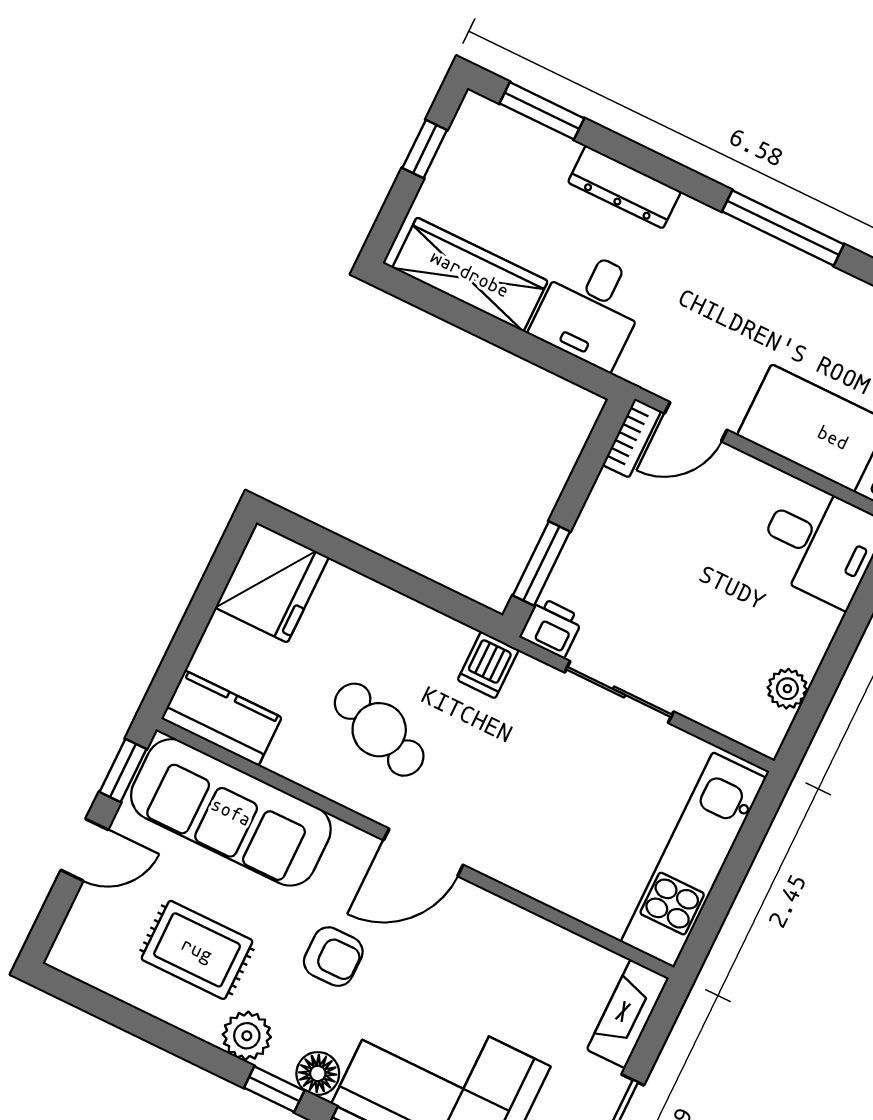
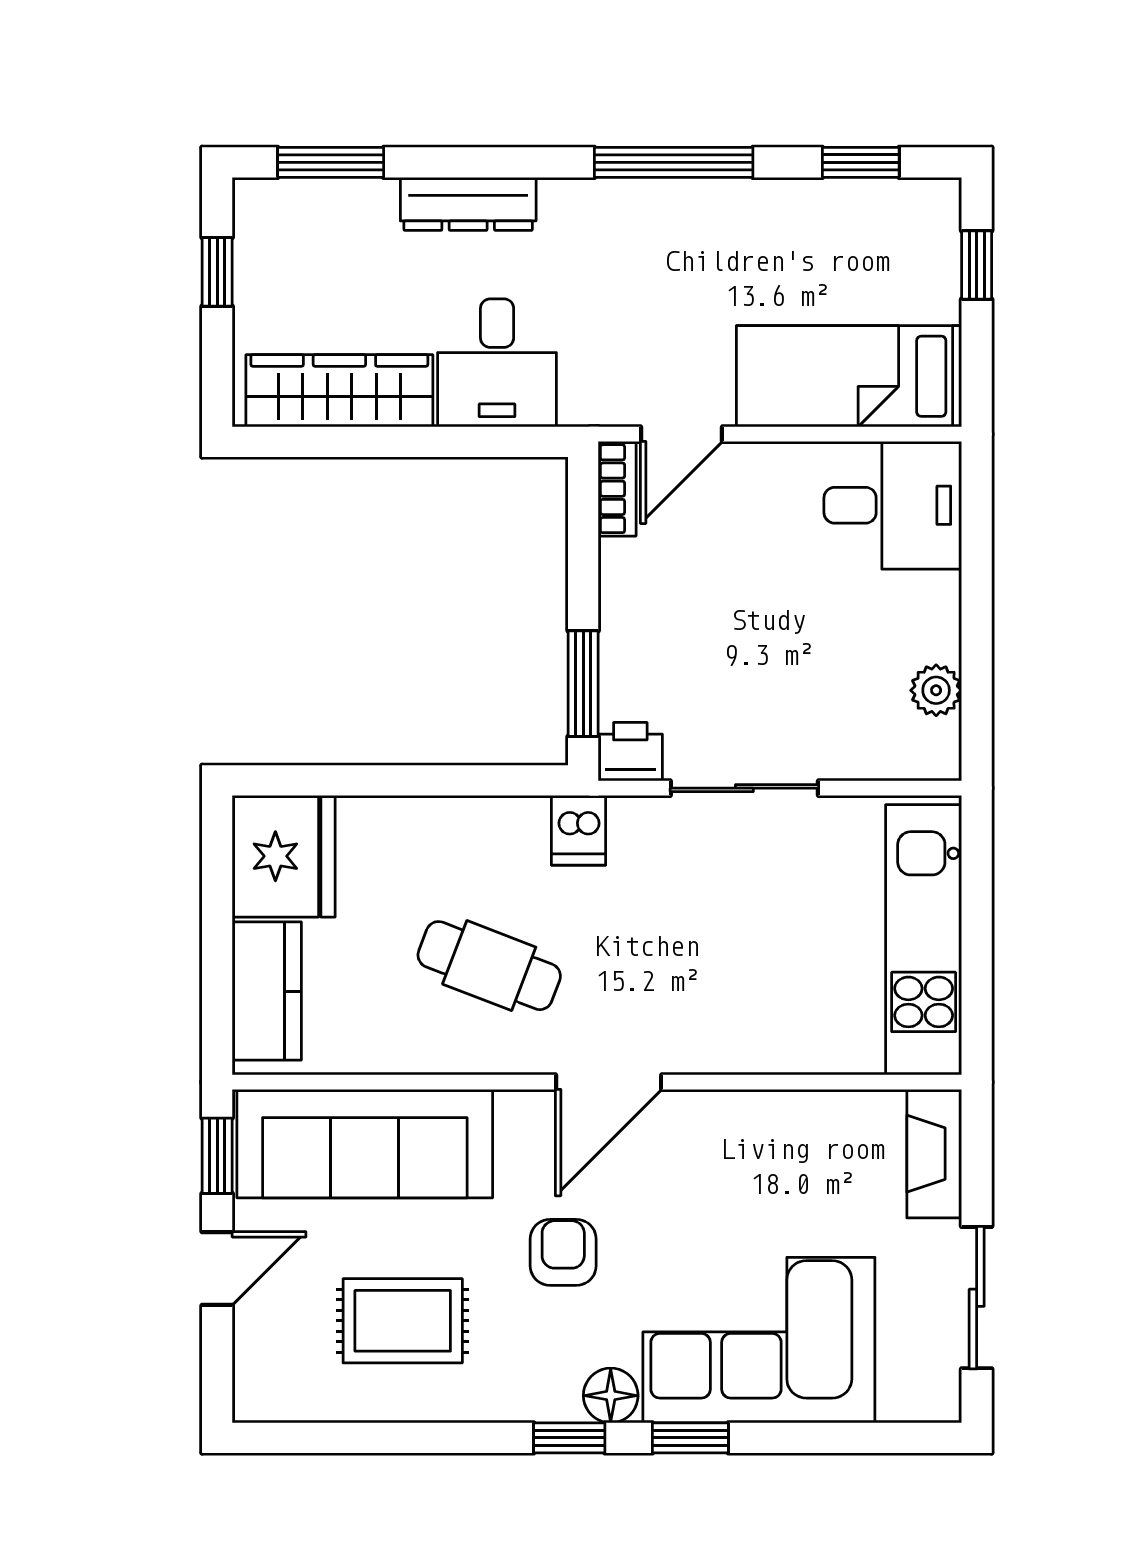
kitchen counter: (222, 718) -> (267, 991), moved, turned 90
armchair: (333, 957) -> (563, 1252), turned -90
plant: (247, 1036) -> (508, 1392), removed

